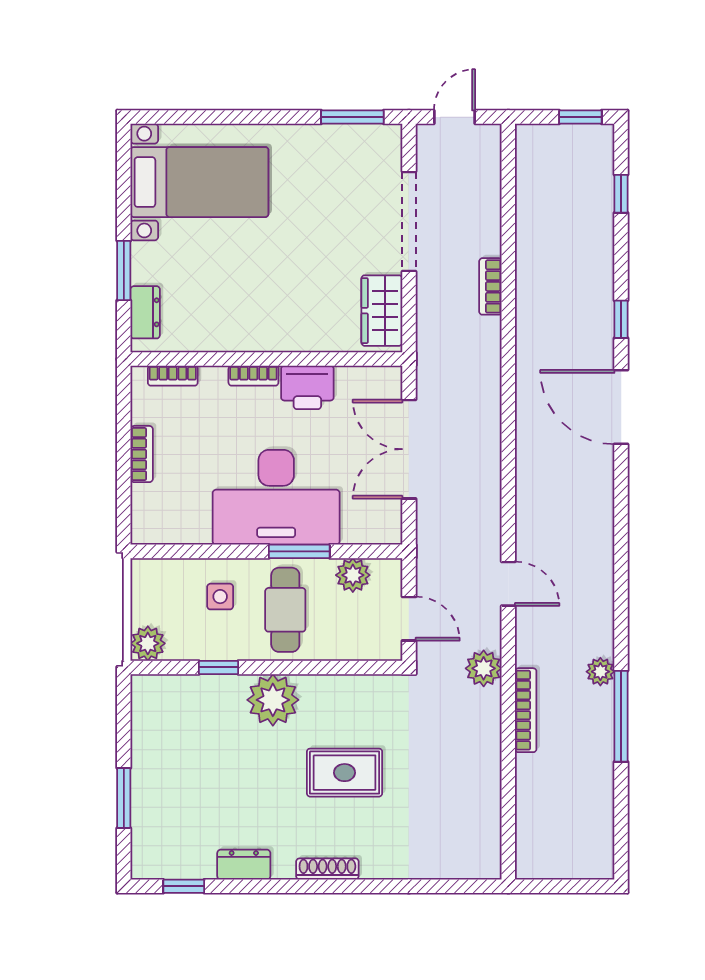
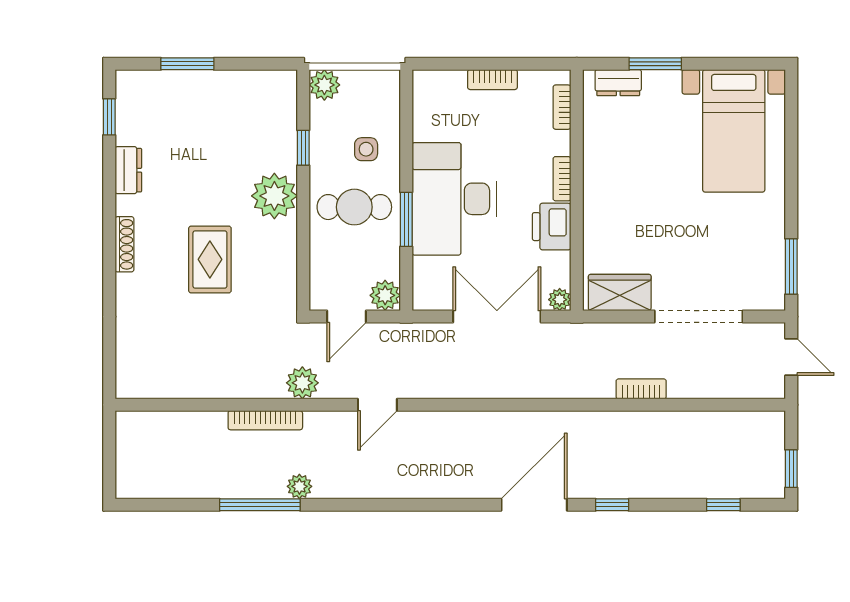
plant: (390, 378) -> (560, 300), added
plant: (353, 575) -> (385, 295), moved

